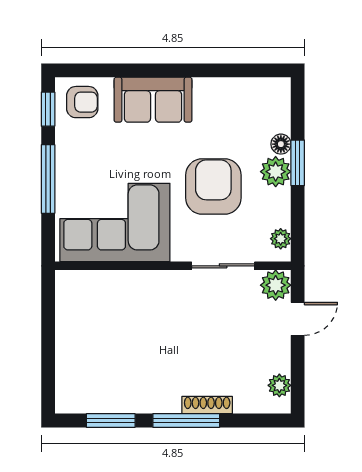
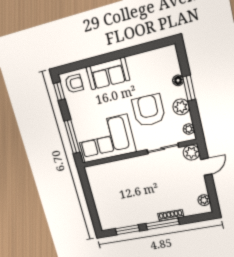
plant: (276, 172) -> (181, 107), moved
window: (48, 179) -> (72, 137), moved

